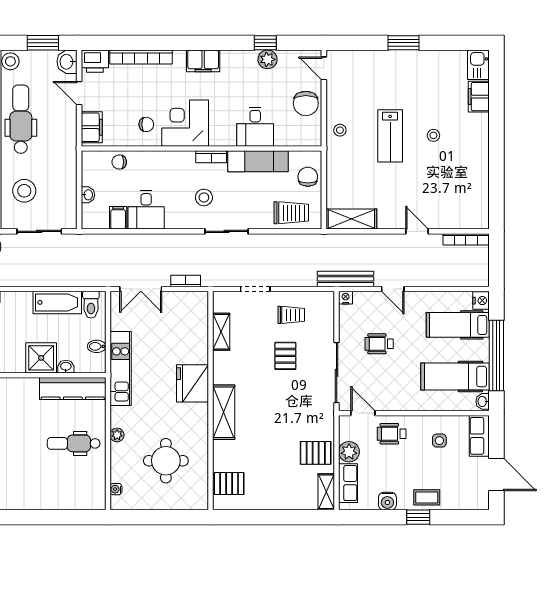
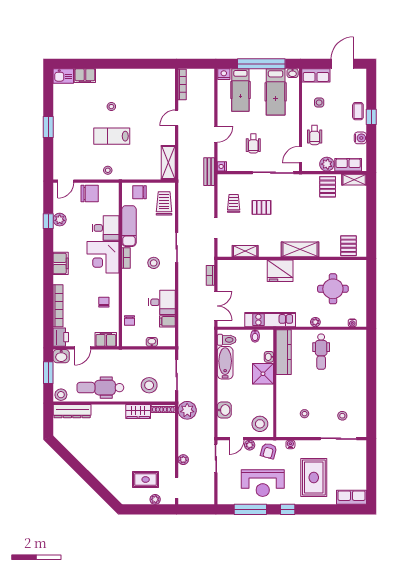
corner desk: (185, 123) -> (103, 257), moved
lab bench: (390, 136) -> (112, 136), turned 180
bench: (346, 279) -> (209, 172), width x0.73

